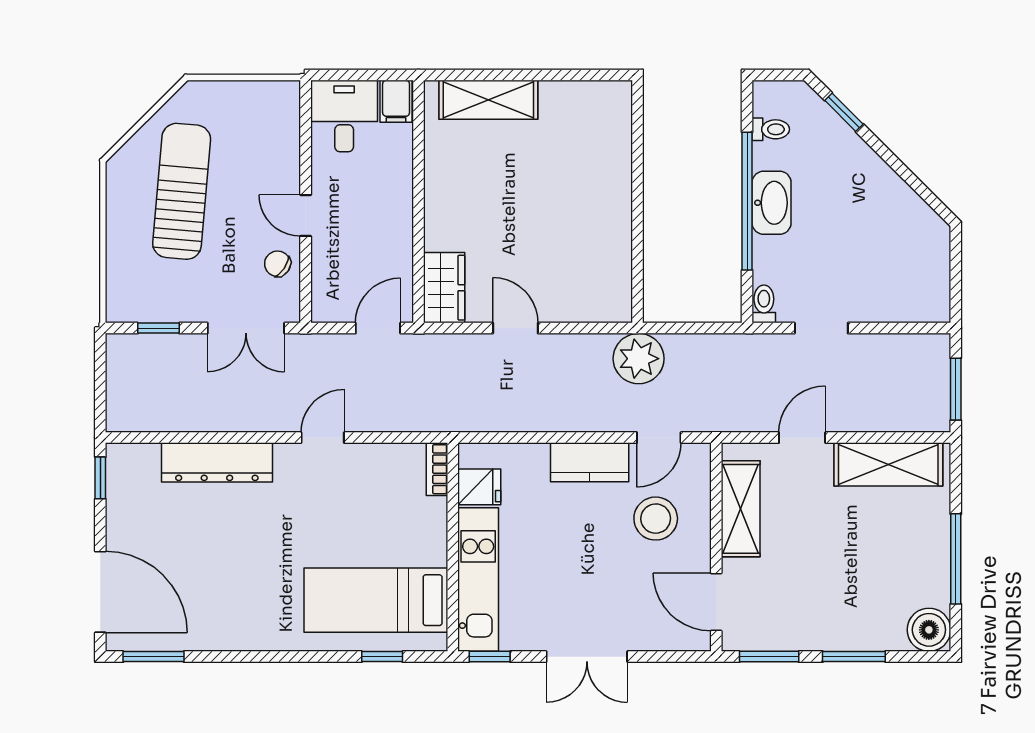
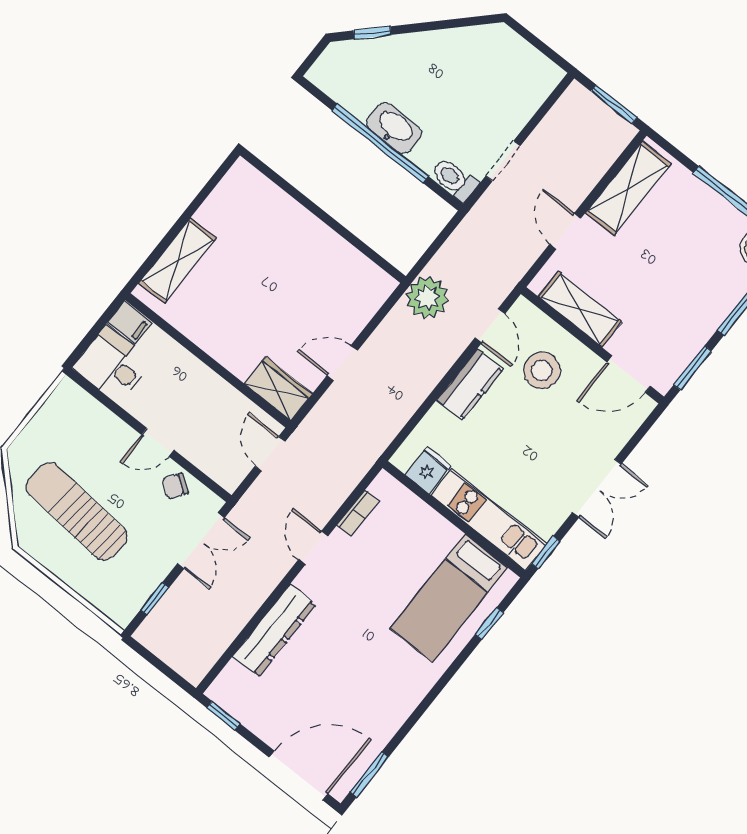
toilet: (771, 129) -> (345, 90), removed
toilet: (764, 304) -> (454, 180), width x1.37, depth x1.39
bookcase: (437, 469) -> (358, 513), moved, turned -90

